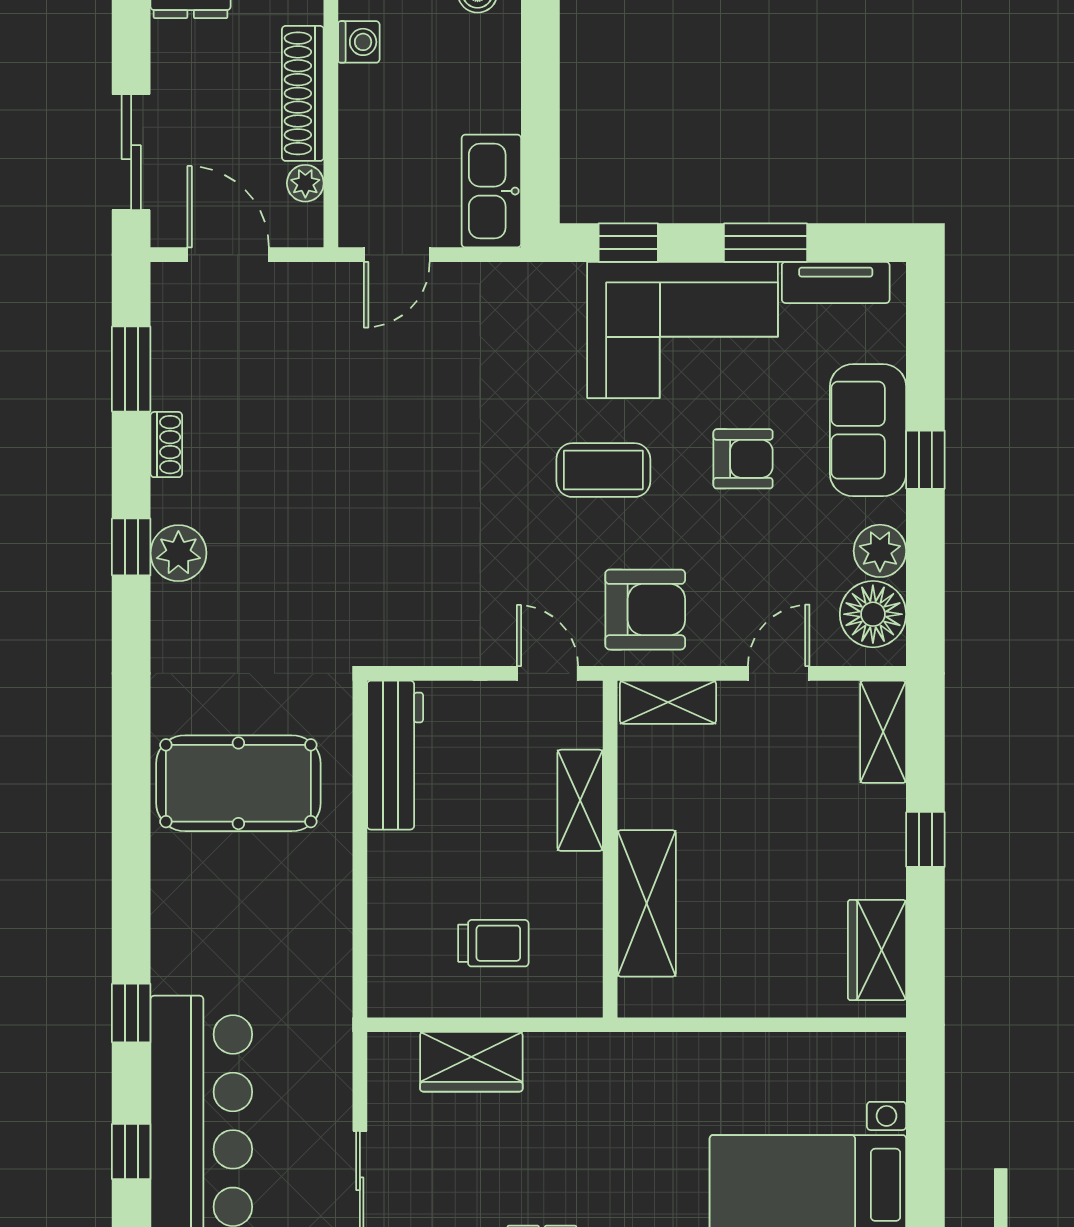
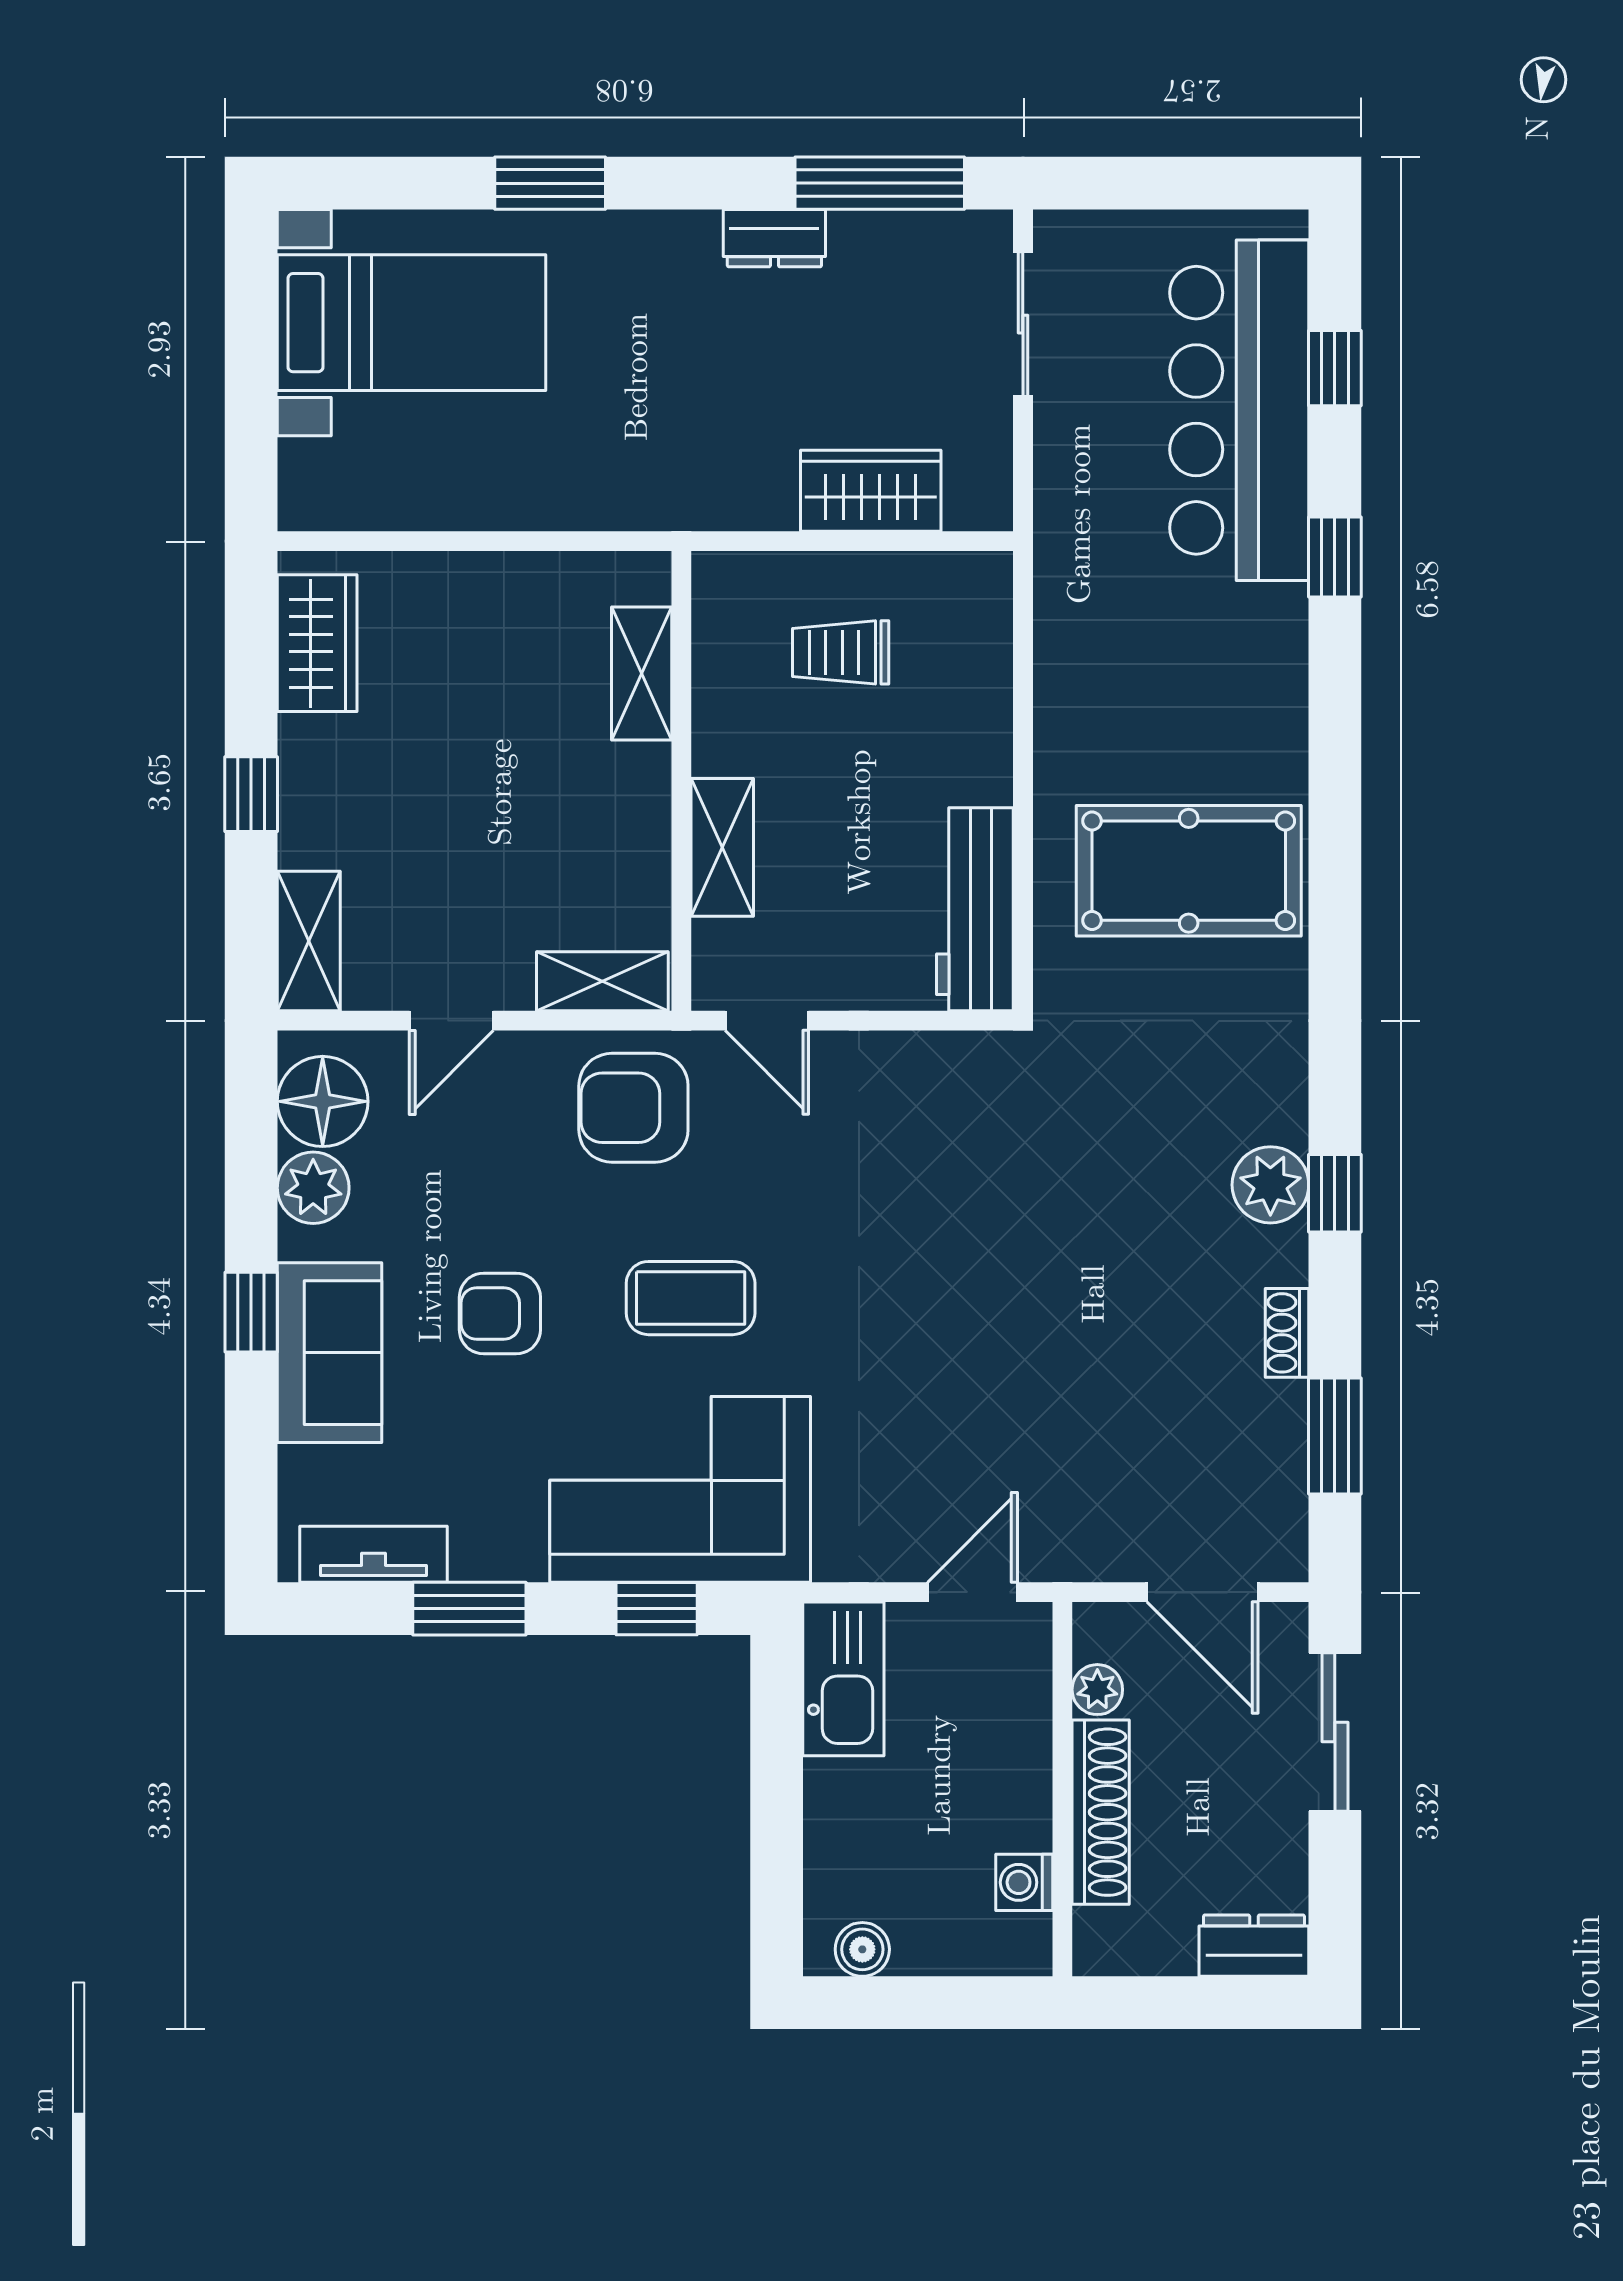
corner sofa: (683, 330) -> (680, 1489), moved
shelving: (647, 903) -> (642, 674), width x0.67, depth x0.75

